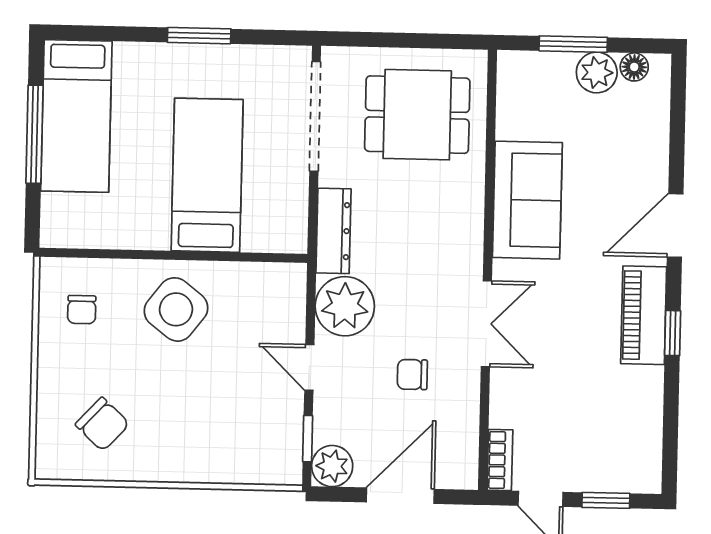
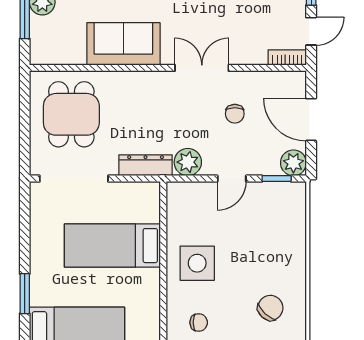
window: (199, 36) -> (25, 294), moved
plant: (345, 306) -> (188, 162), width x0.73, depth x0.73
side table: (176, 309) -> (197, 263), turned -38

